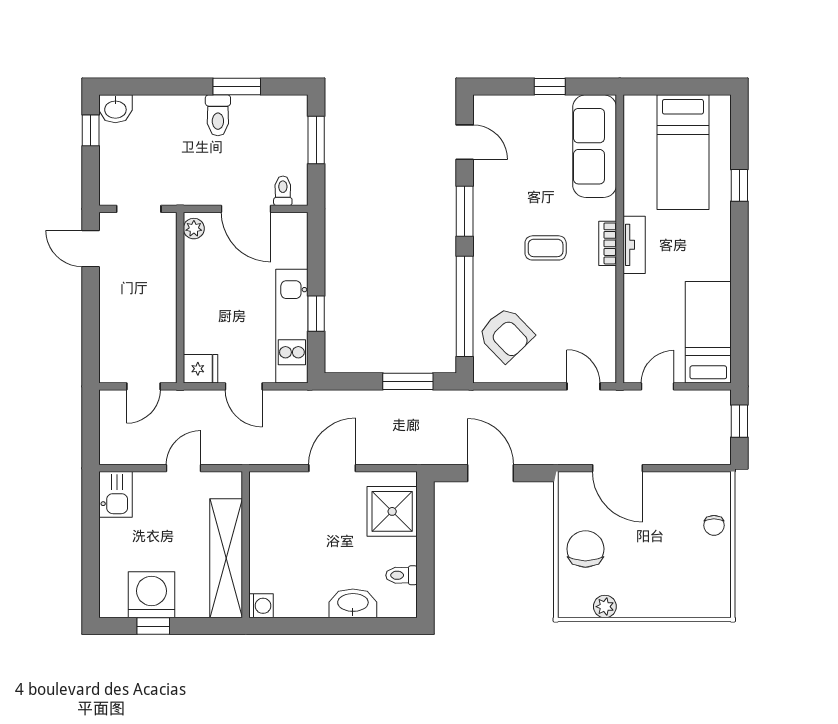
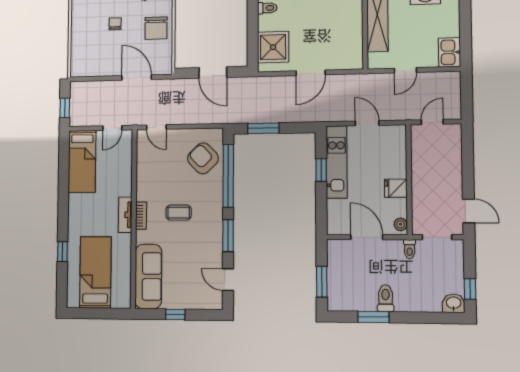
toilet: (283, 191) -> (410, 249), moved
fridge: (201, 369) -> (396, 188), moved
chair: (714, 525) -> (115, 24), moved

